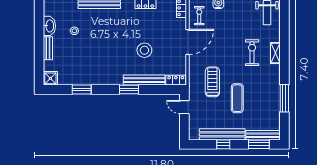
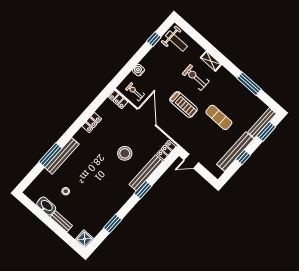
treadmill: (212, 82) -> (183, 105), moved, turned 180

